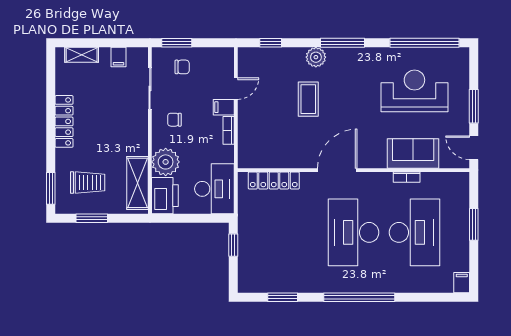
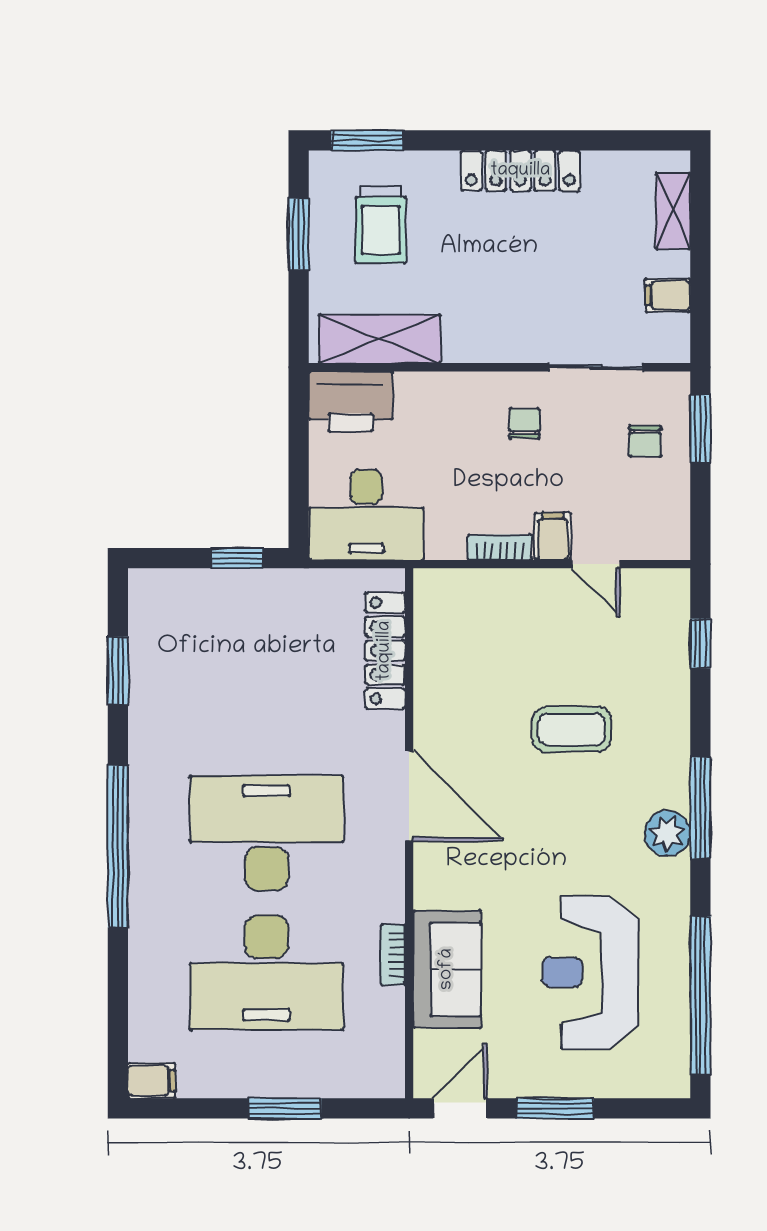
plant: (316, 57) -> (667, 833), moved
reception desk: (414, 91) -> (590, 972), turned 180
plant: (166, 162) -> (428, 403), removed

